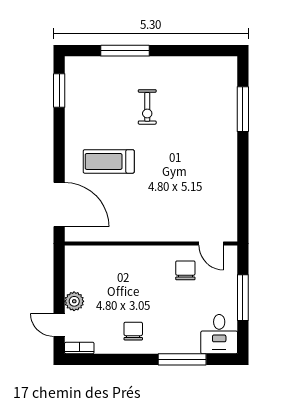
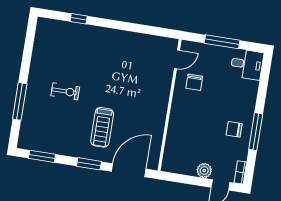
window: (243, 109) -> (79, 19), width x0.46
window: (59, 152) -> (89, 164), added
chair: (185, 270) -> (194, 82), turned -90
window: (182, 359) -> (256, 132), moved

